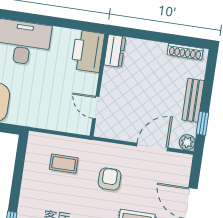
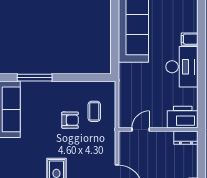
armchair: (110, 179) -> (70, 120), moved

